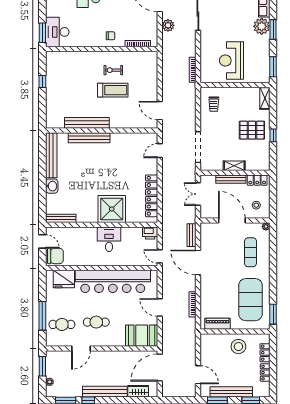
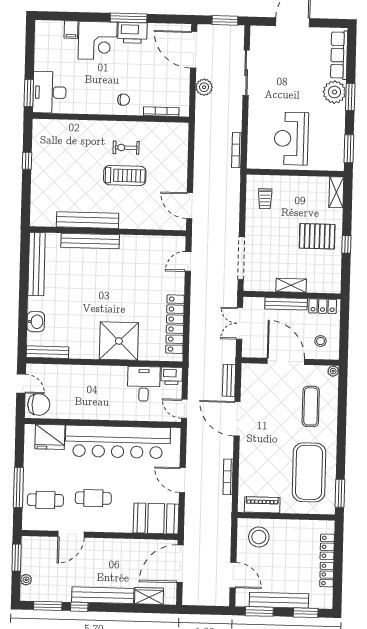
washbasin: (52, 186) -> (36, 322), moved
desk: (109, 239) -> (144, 384), moved
stool: (238, 347) -> (259, 537), moved

